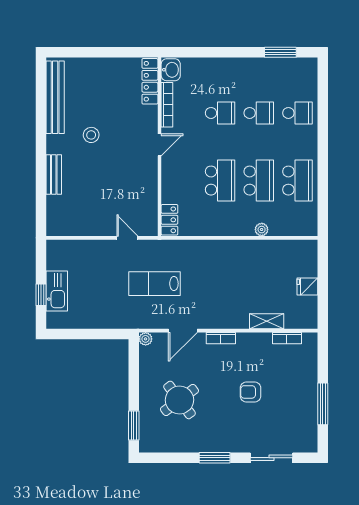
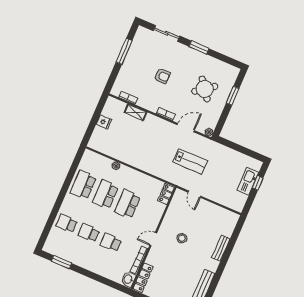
stool: (91, 135) -> (182, 238), moved
window: (134, 426) -> (233, 96), moved

